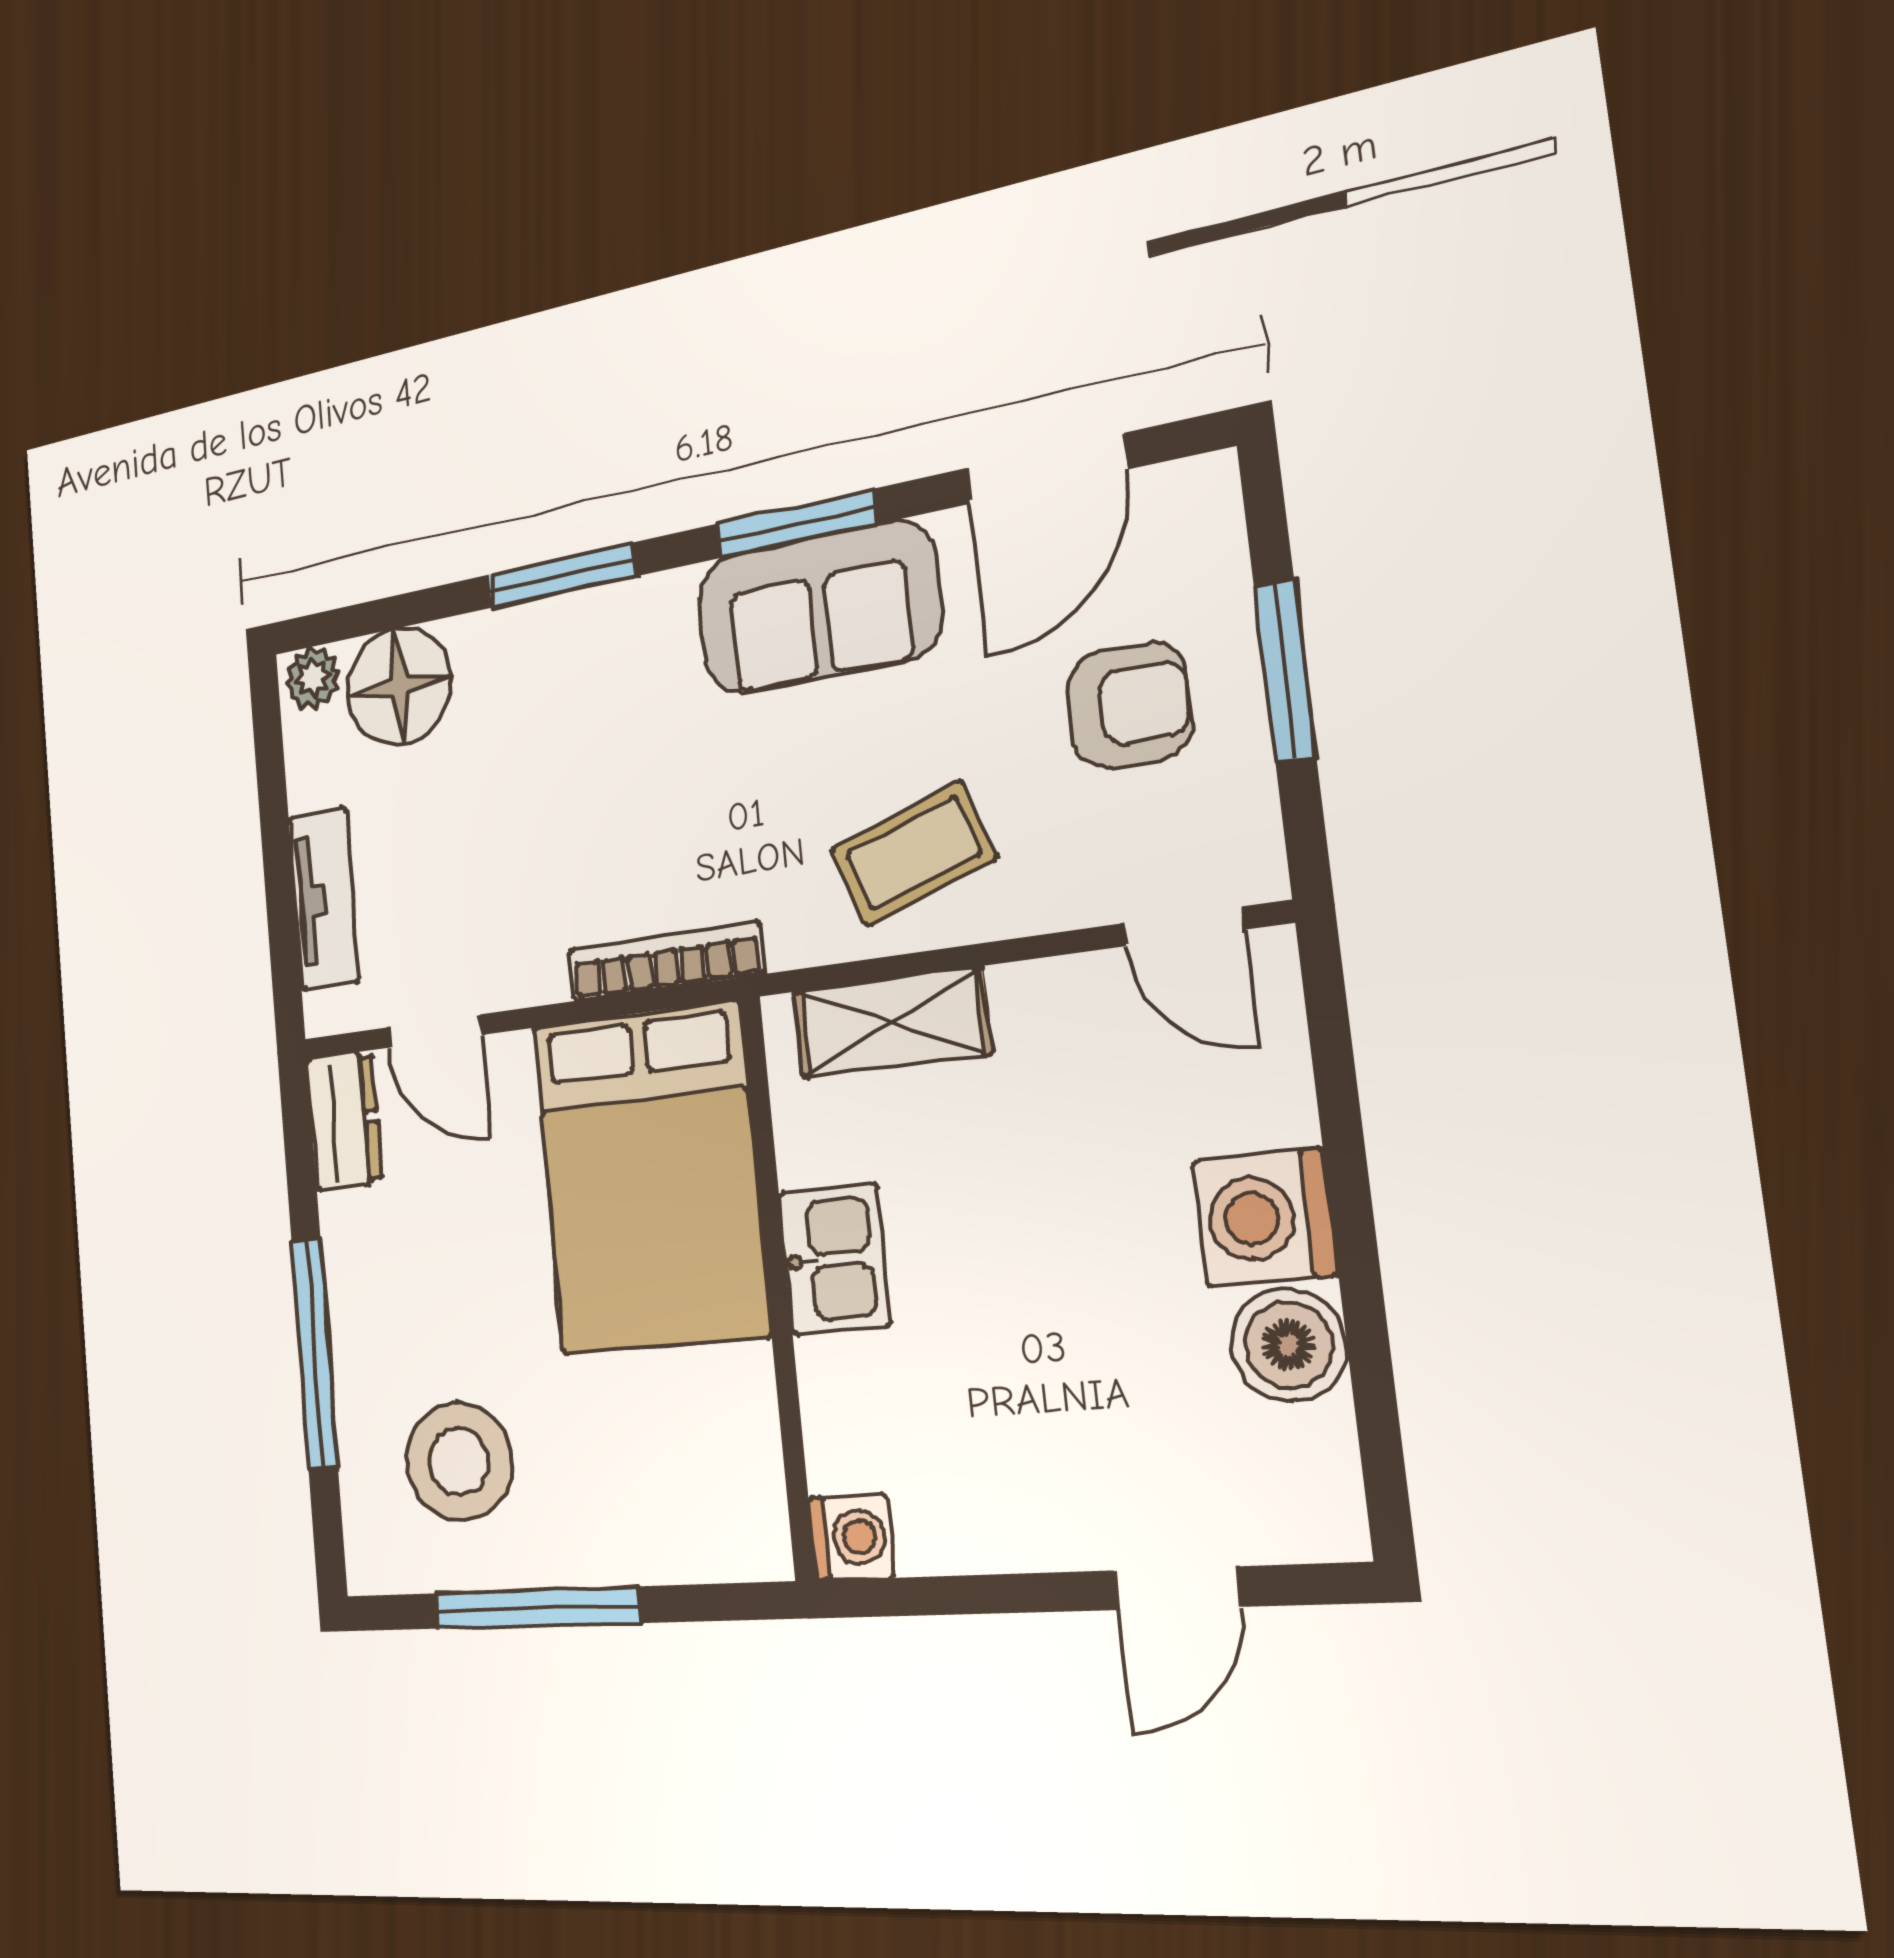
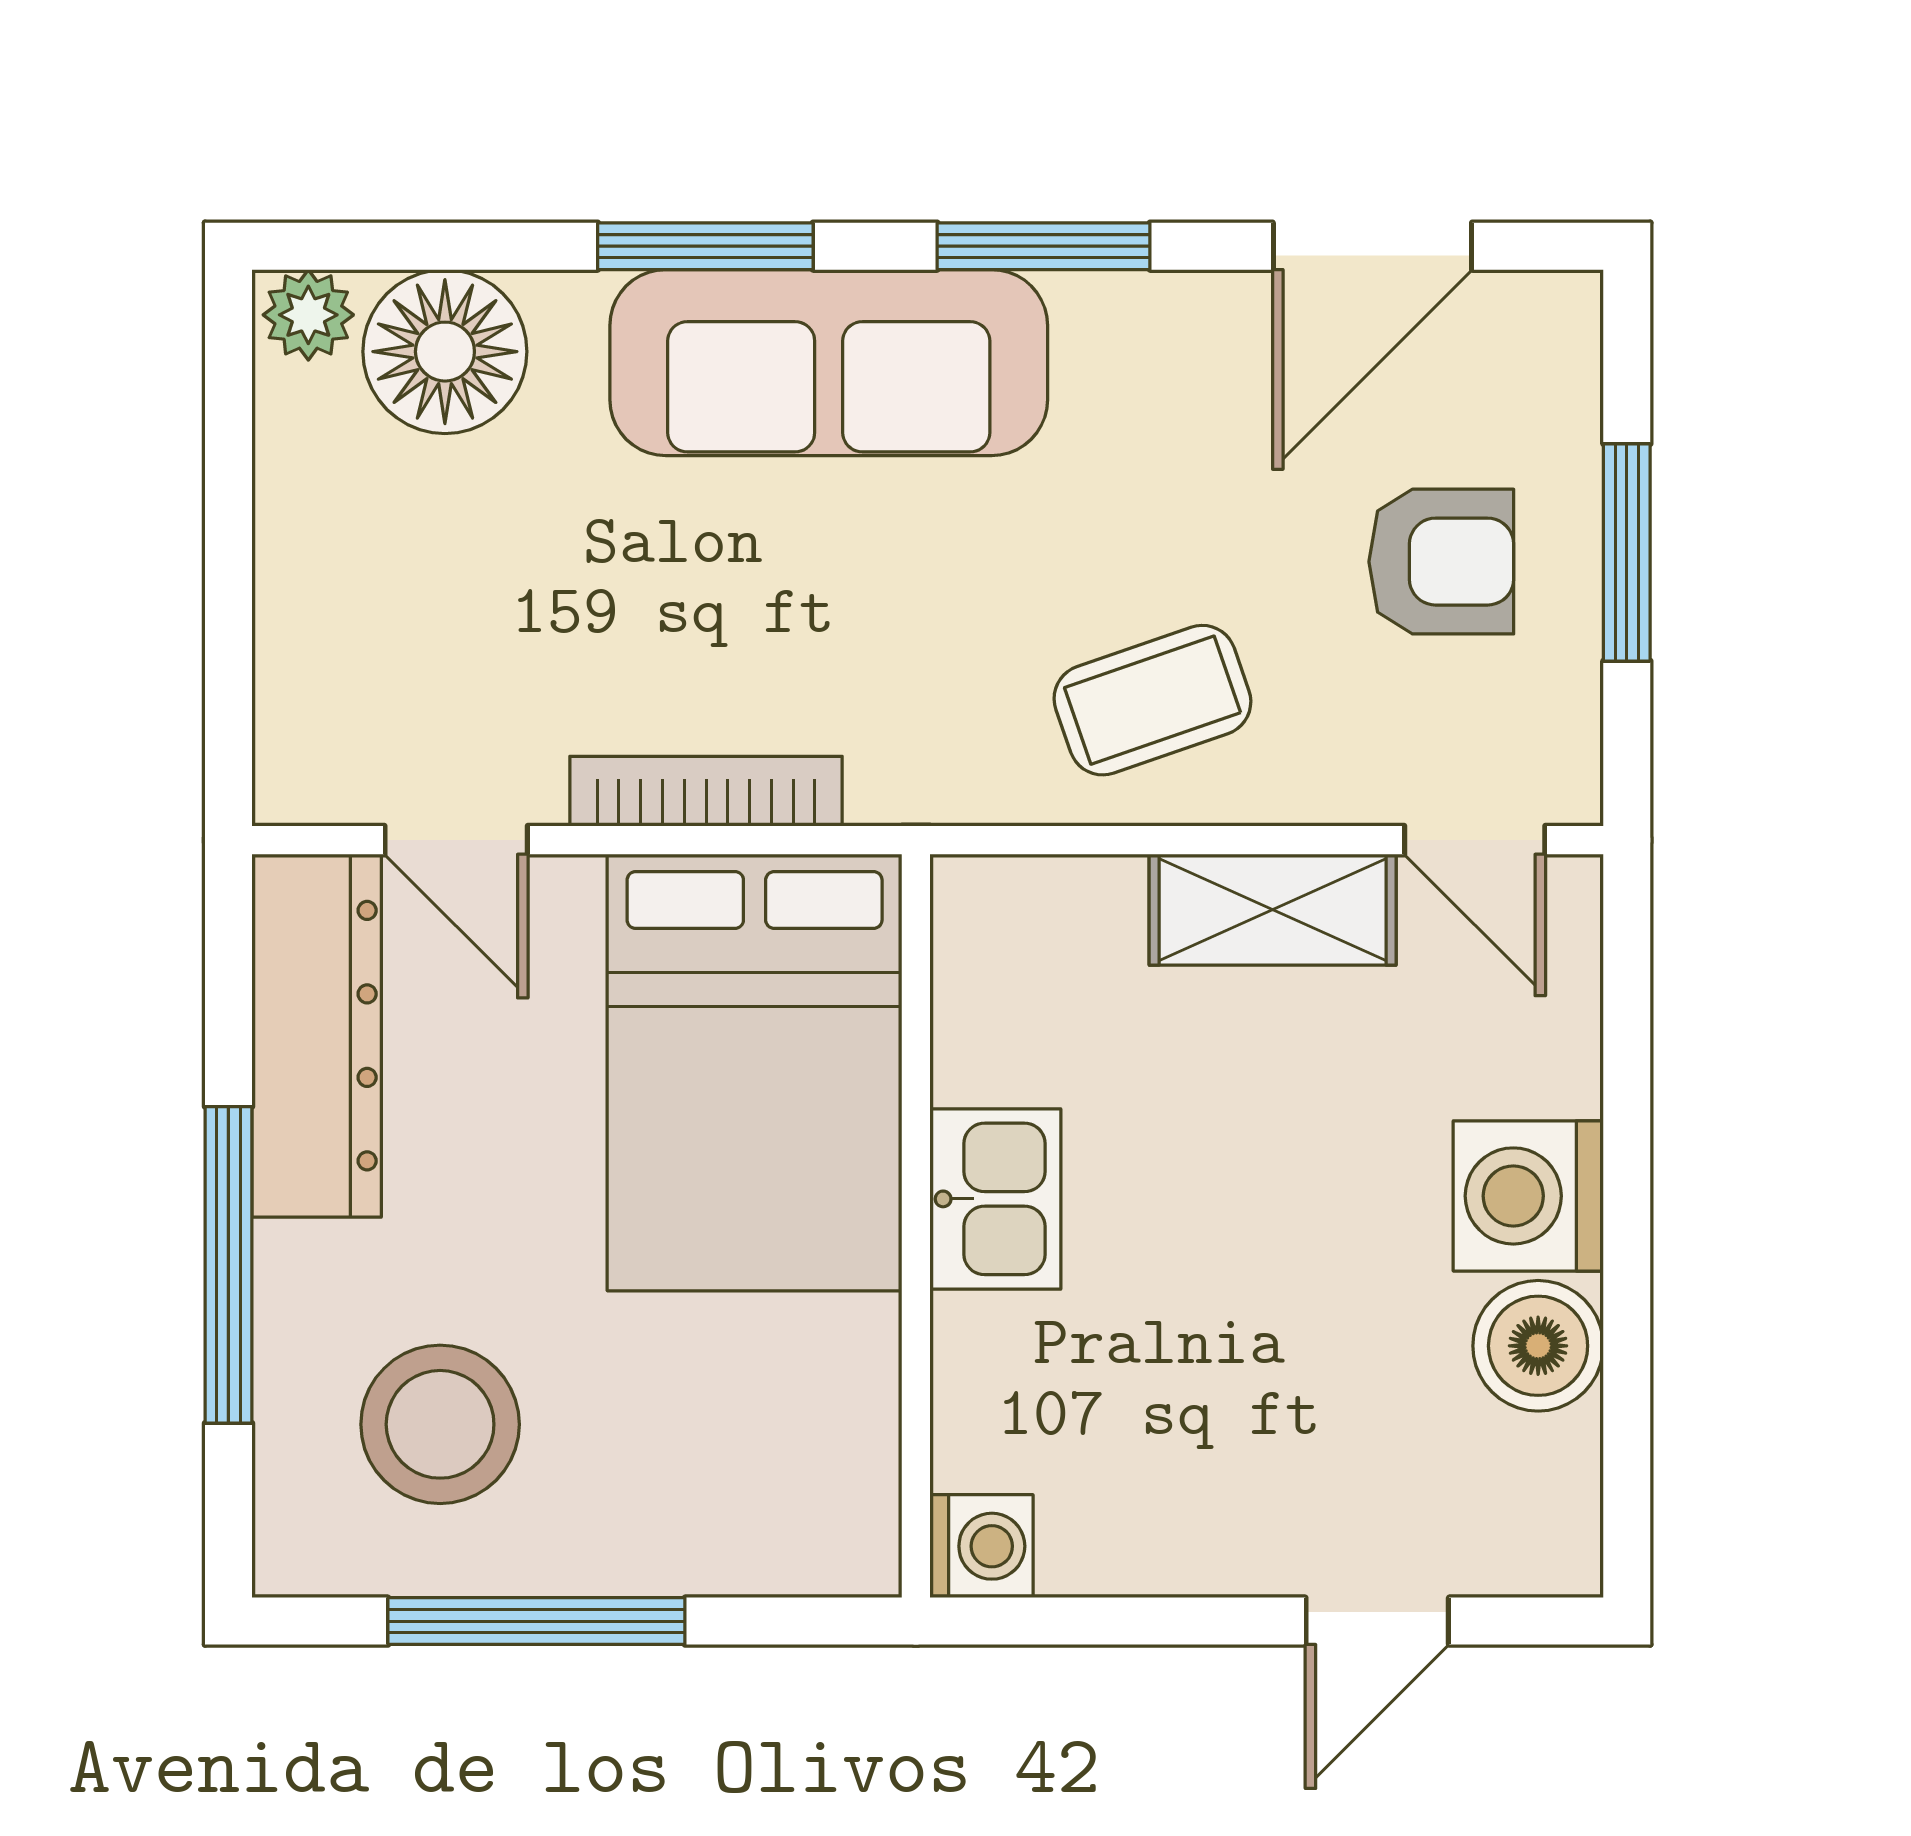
sofa: (819, 608) -> (829, 363), moved, width x1.36
tv unit: (324, 899) -> (299, 633), removed
bookcase: (666, 962) -> (706, 791), moved
shelving: (891, 1023) -> (1273, 910), moved
dresser: (344, 1120) -> (317, 1036), width x1.96, depth x1.24

